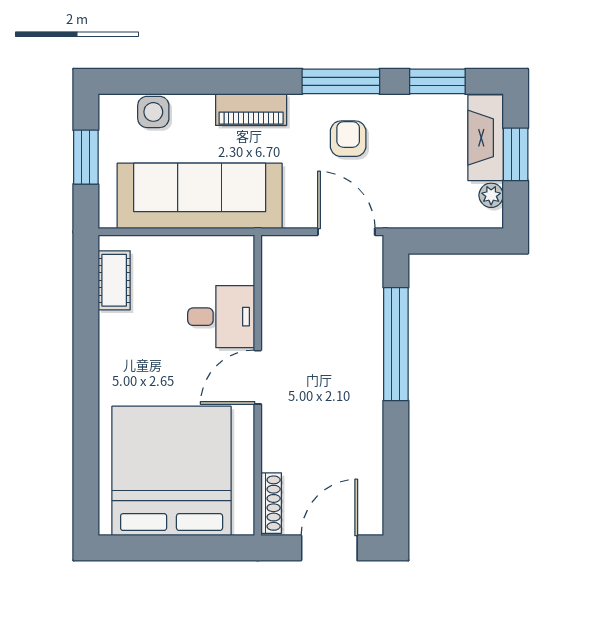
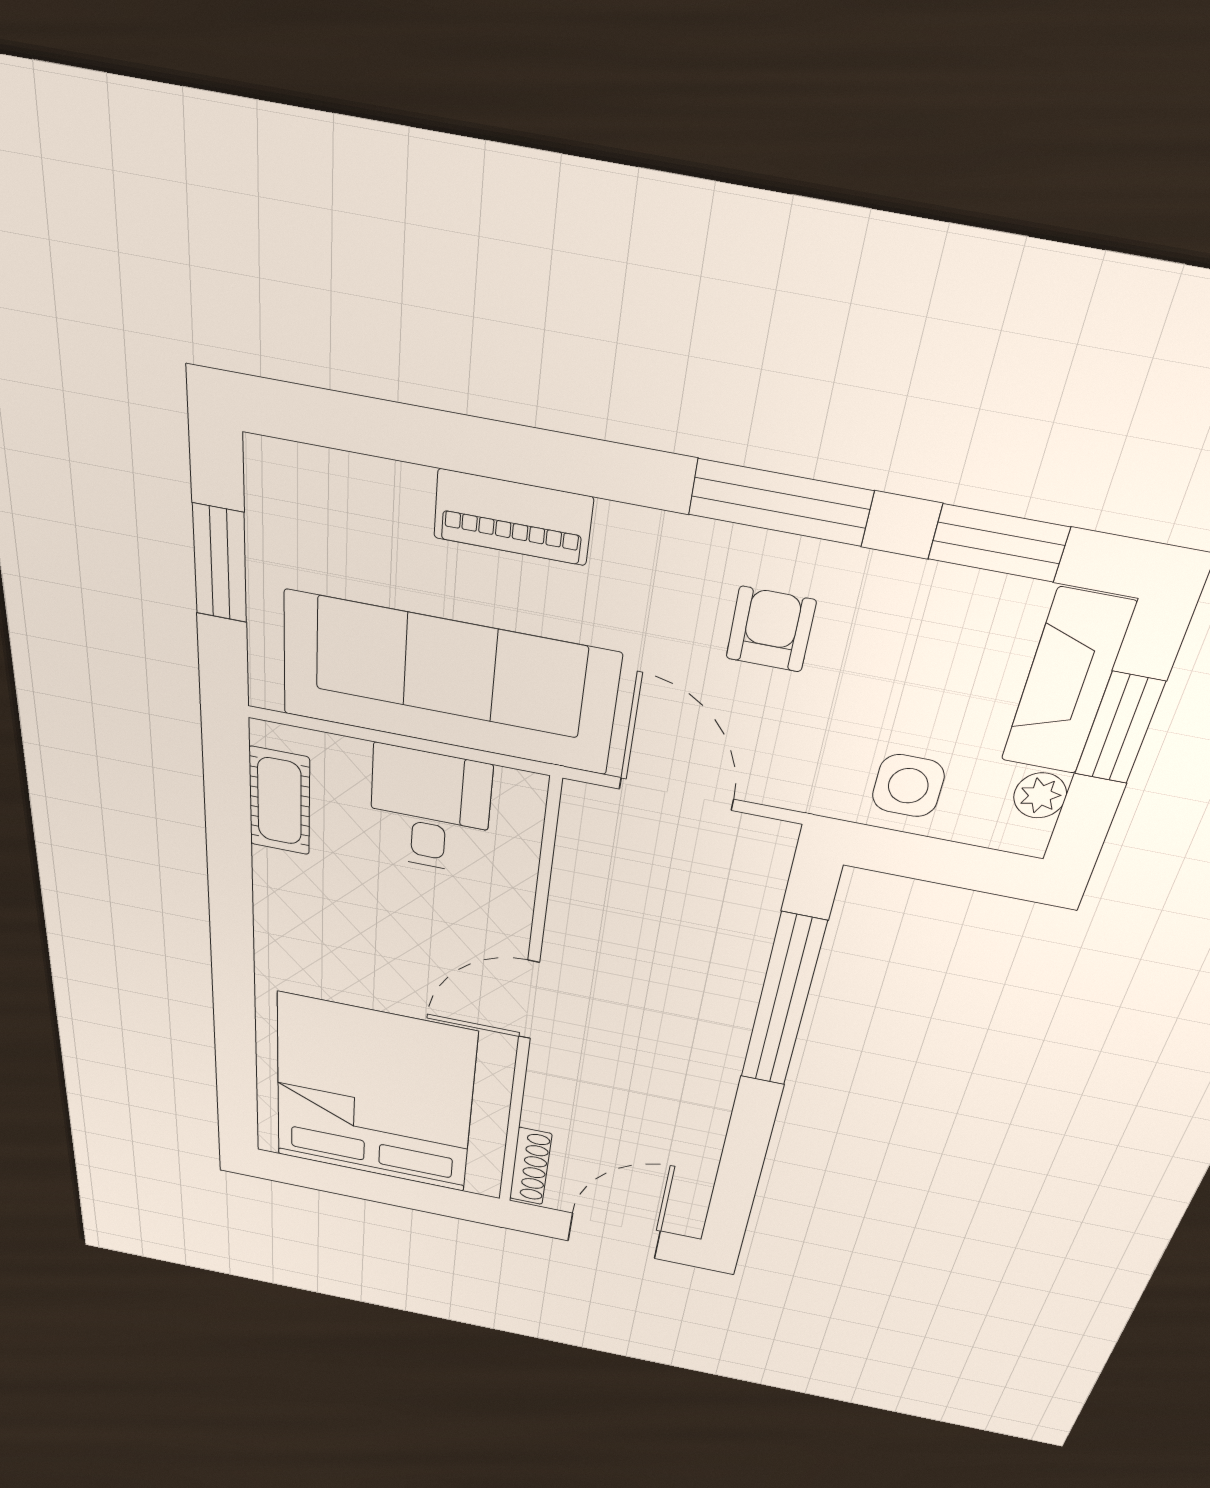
piano: (251, 110) -> (513, 517), moved
side table: (153, 112) -> (908, 786), moved
door: (346, 232) -> (676, 794), moved
desk: (221, 317) -> (430, 810), moved, turned -90

